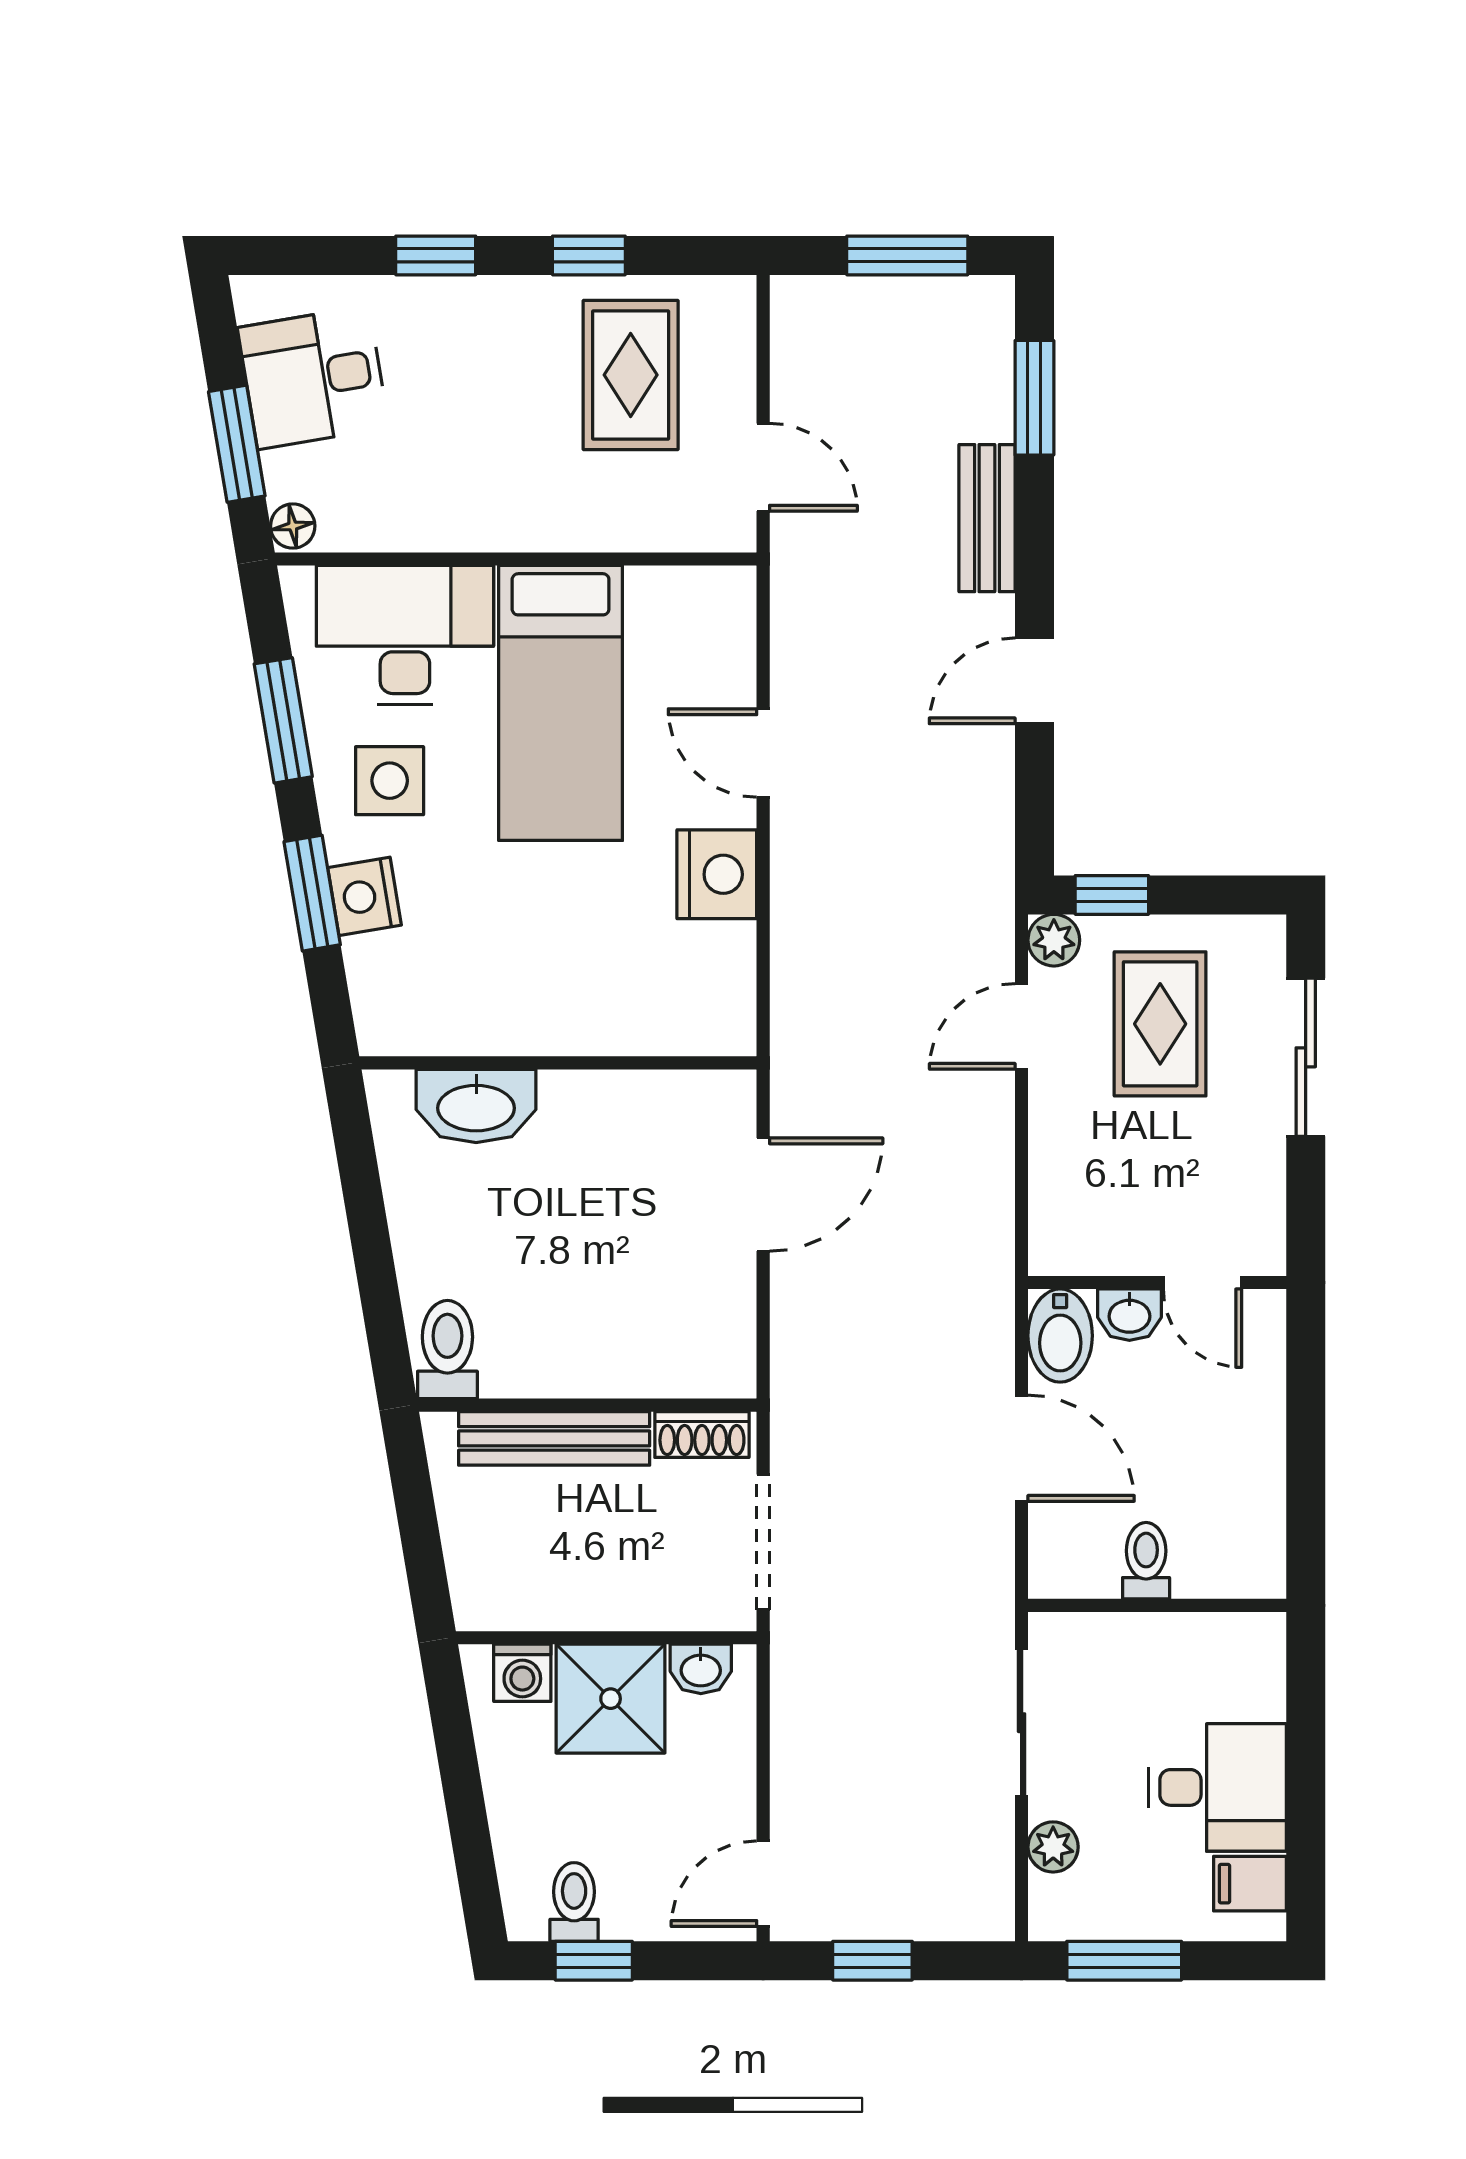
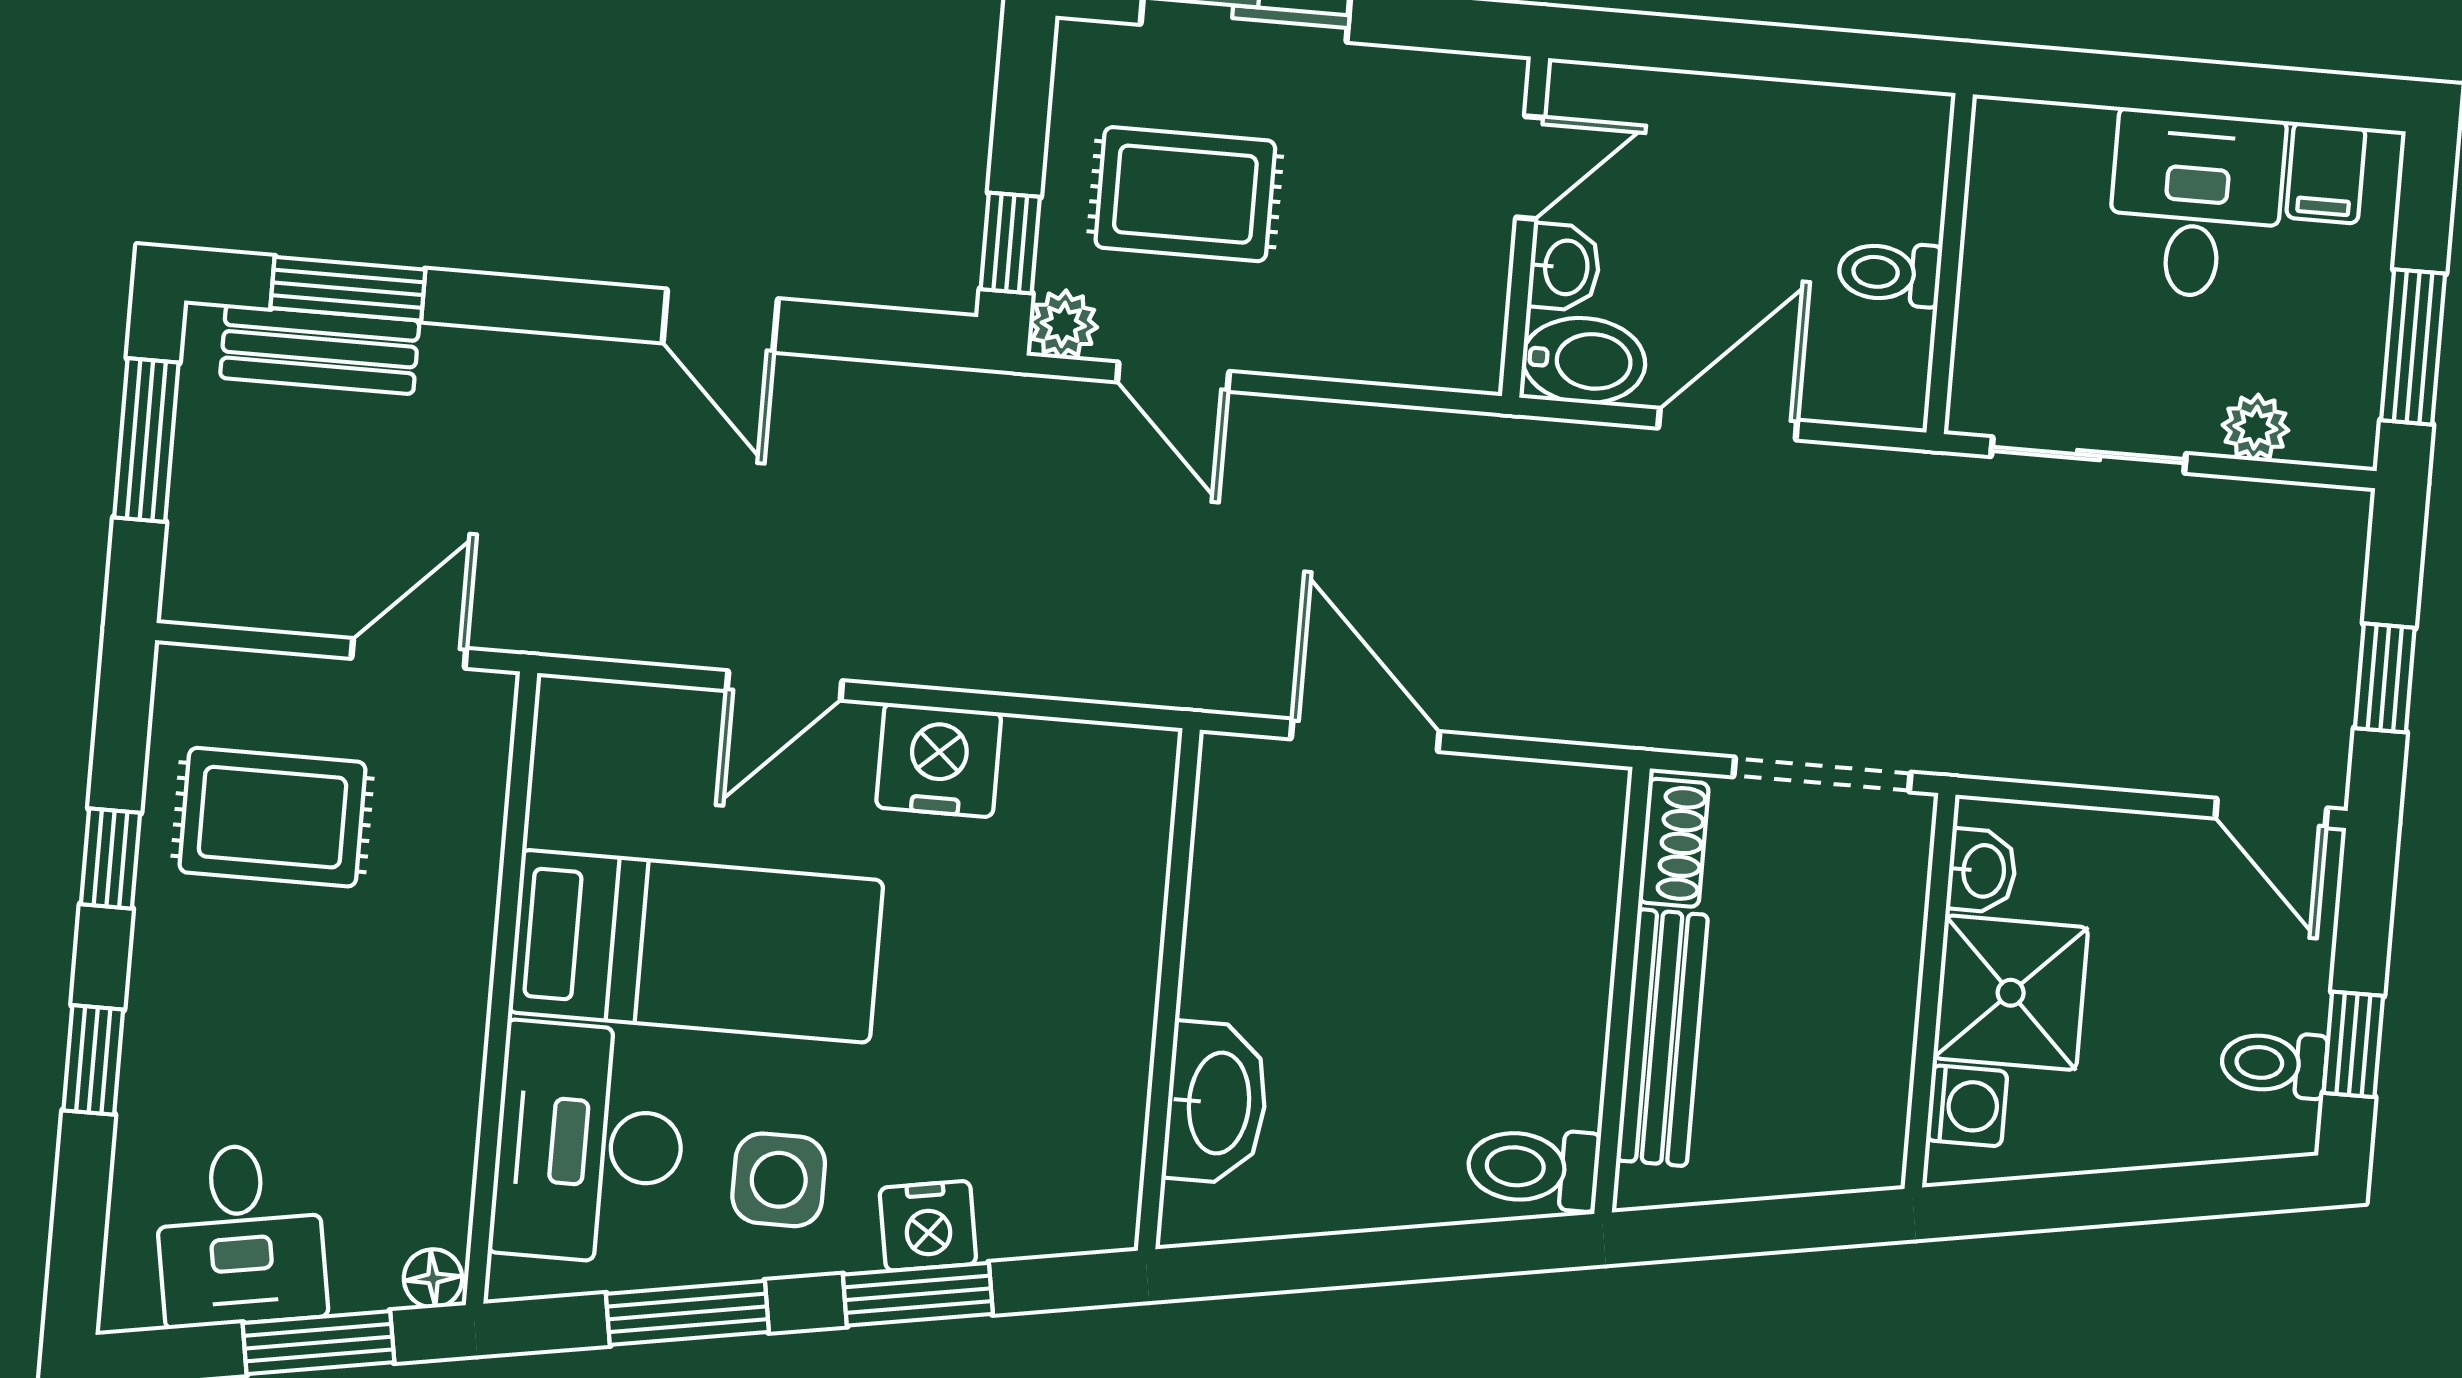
bench: (987, 518) -> (320, 349), moved

